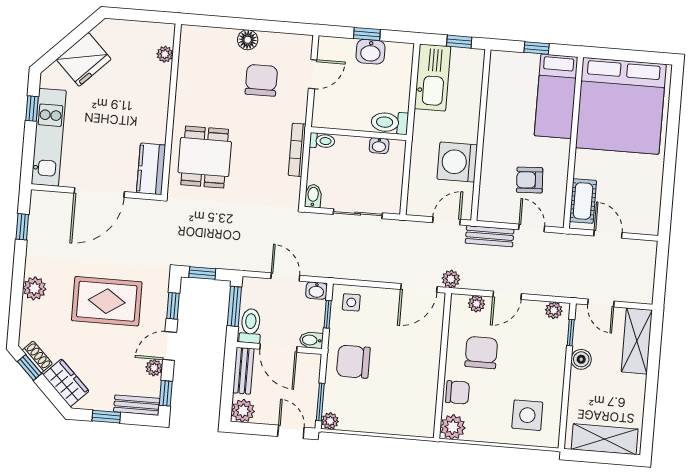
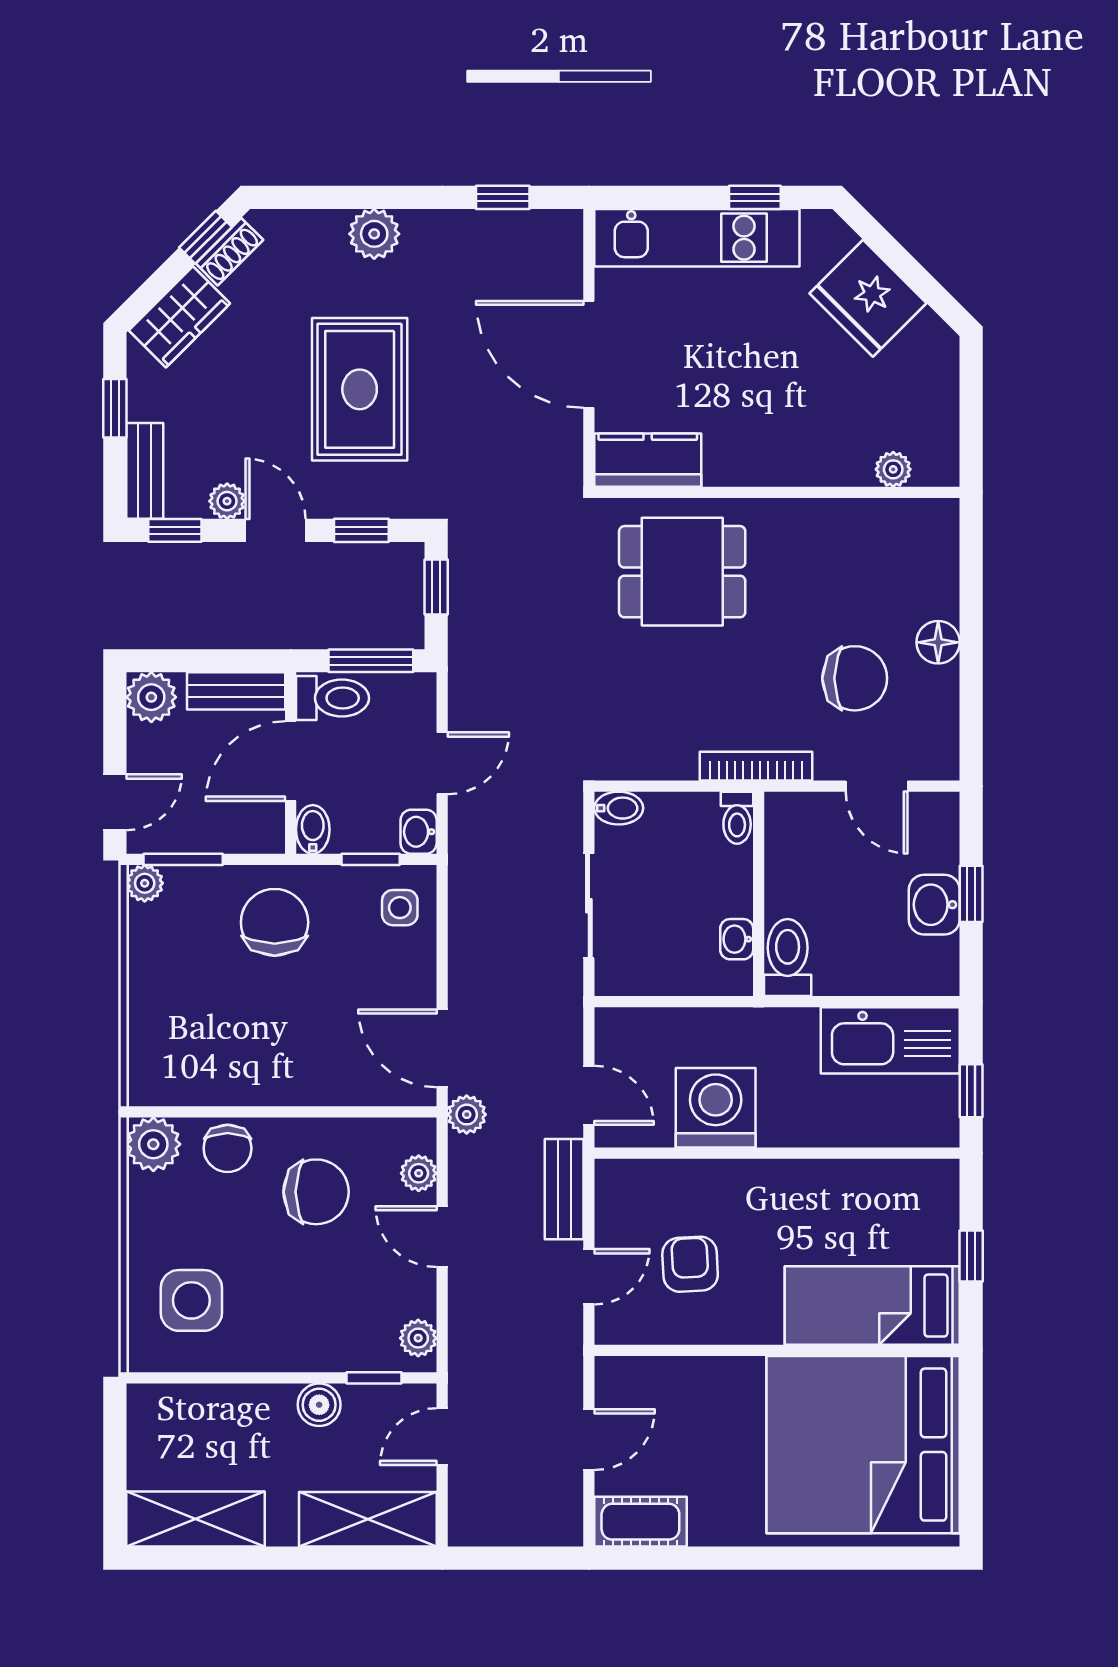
bookcase: (297, 150) -> (756, 766), moved
cot: (583, 201) -> (640, 1522), moved
shelving: (605, 439) -> (195, 1519), moved, turned 90

